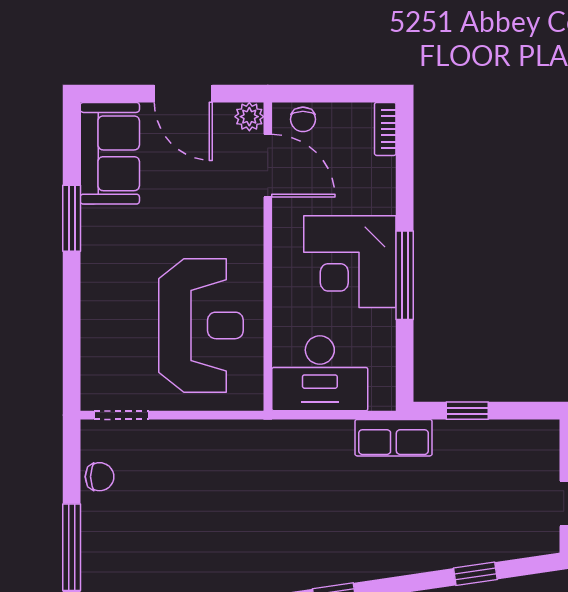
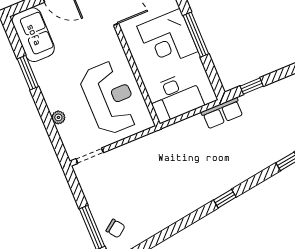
plant: (93, 322) -> (58, 117), added
chair: (100, 477) -> (116, 228), moved, turned 53

